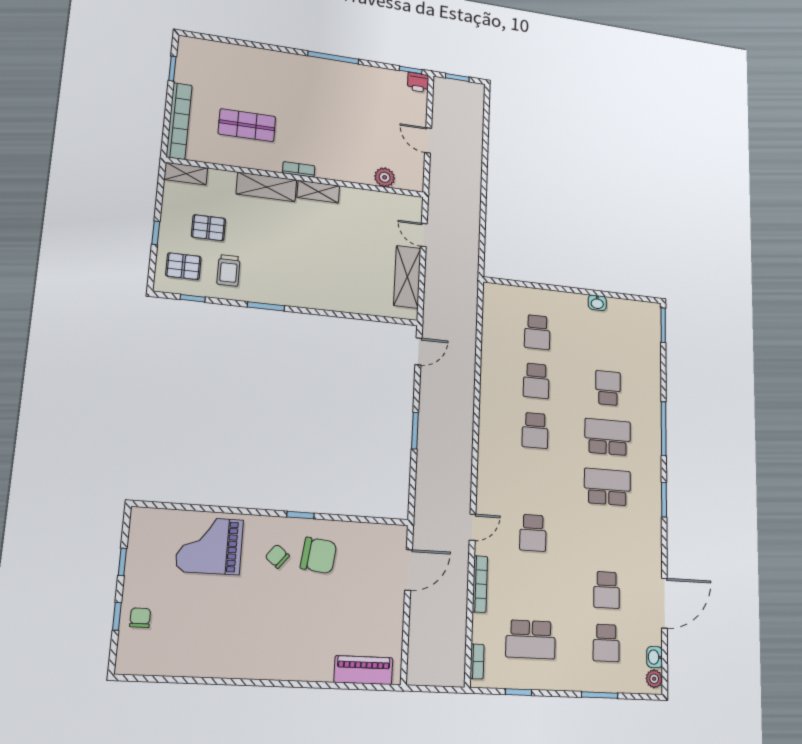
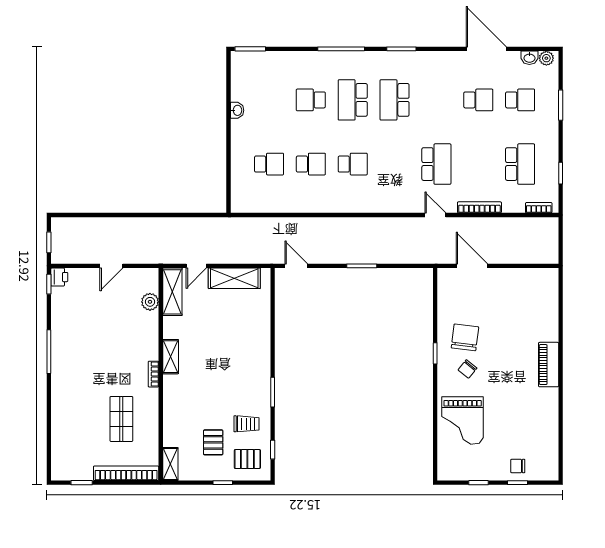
shelving: (266, 187) -> (172, 292), moved
pallet: (183, 266) -> (247, 459), turned 90
school desk: (533, 533) -> (436, 164), width x1.85
piano: (363, 670) -> (549, 365), moved

